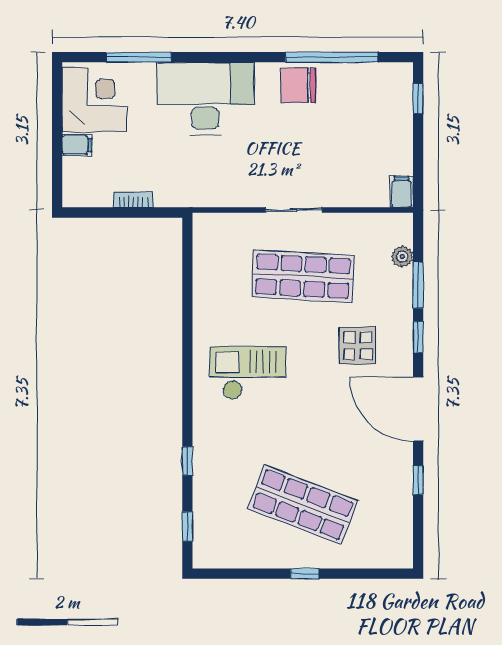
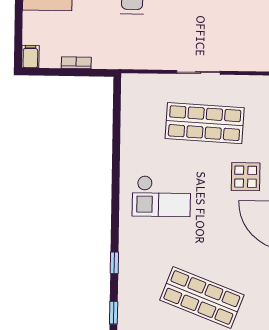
filing cabinet: (77, 145) -> (30, 57), moved, turned -90
checkout: (248, 373) -> (161, 196), turned 180

